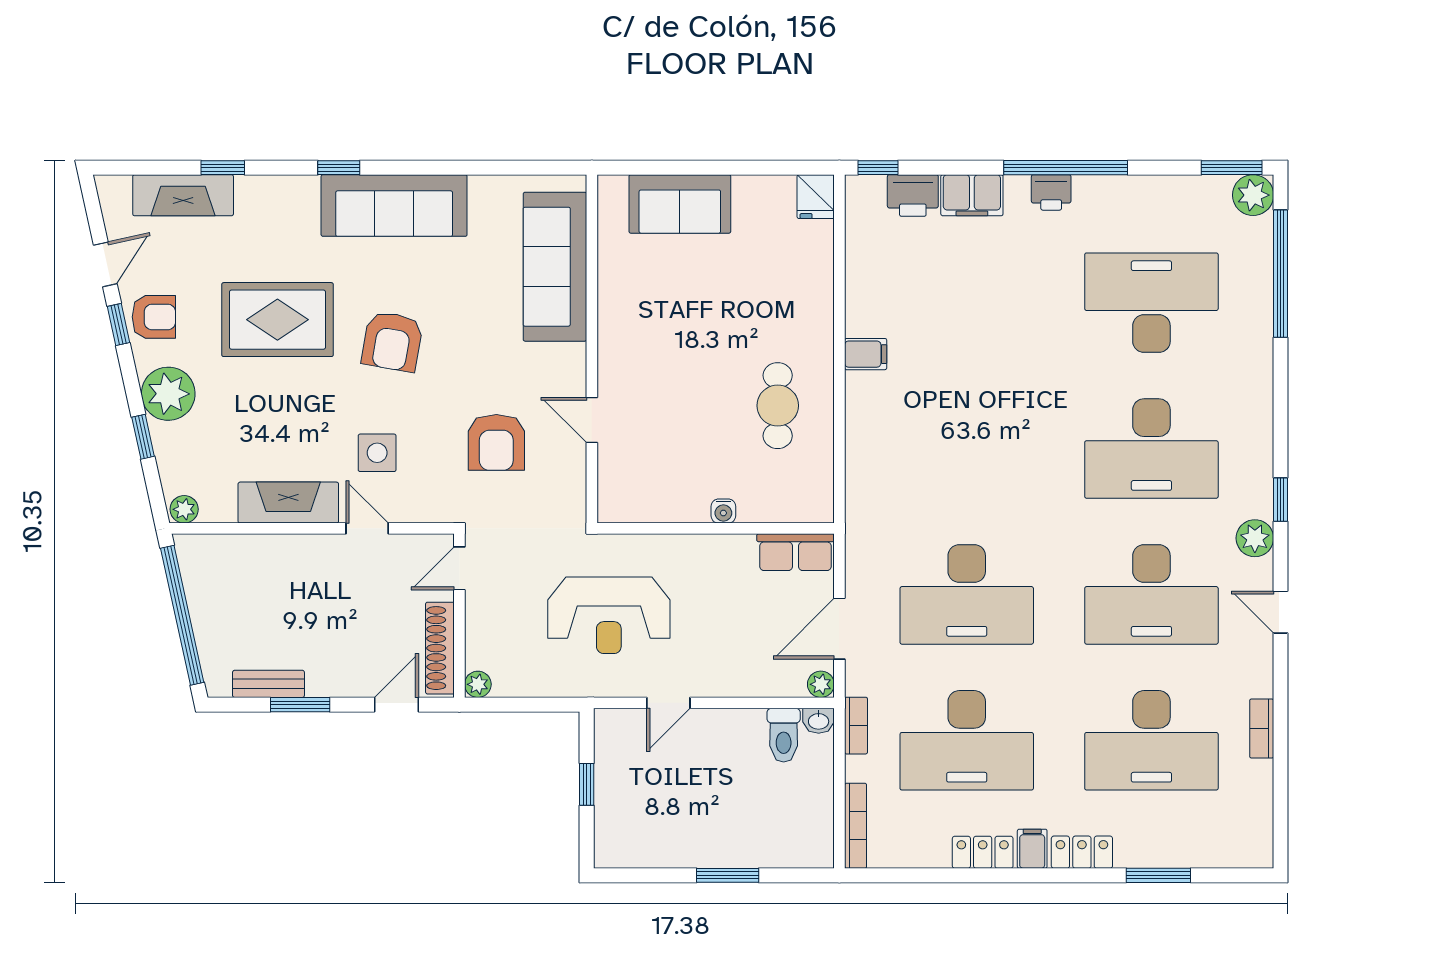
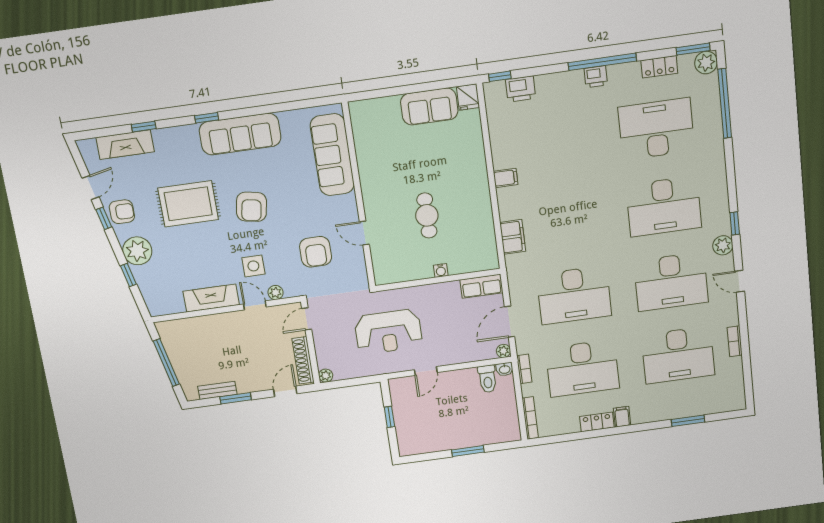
filing cabinet: (972, 195) -> (513, 237), moved, turned -90
sofa: (680, 204) -> (429, 107), moved
cafe table: (778, 406) -> (427, 215), moved
plant: (184, 509) -> (276, 293), moved
window: (182, 615) -> (166, 363), width x0.68
locker: (1082, 852) -> (659, 67), moved, turned 180

